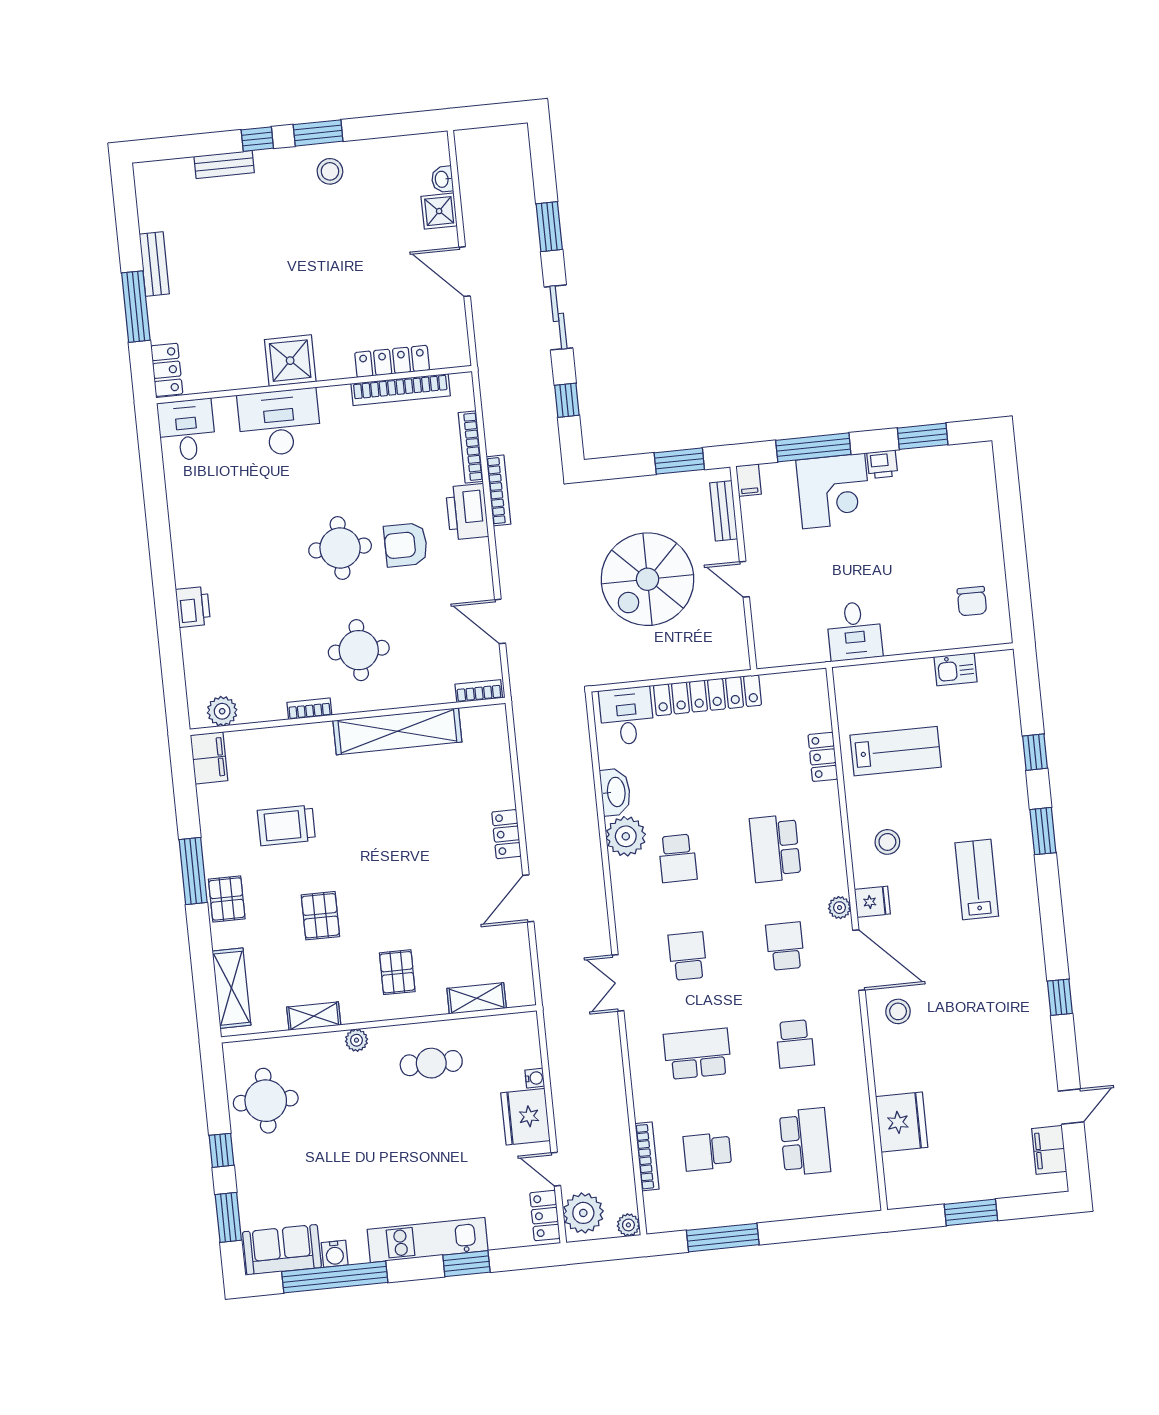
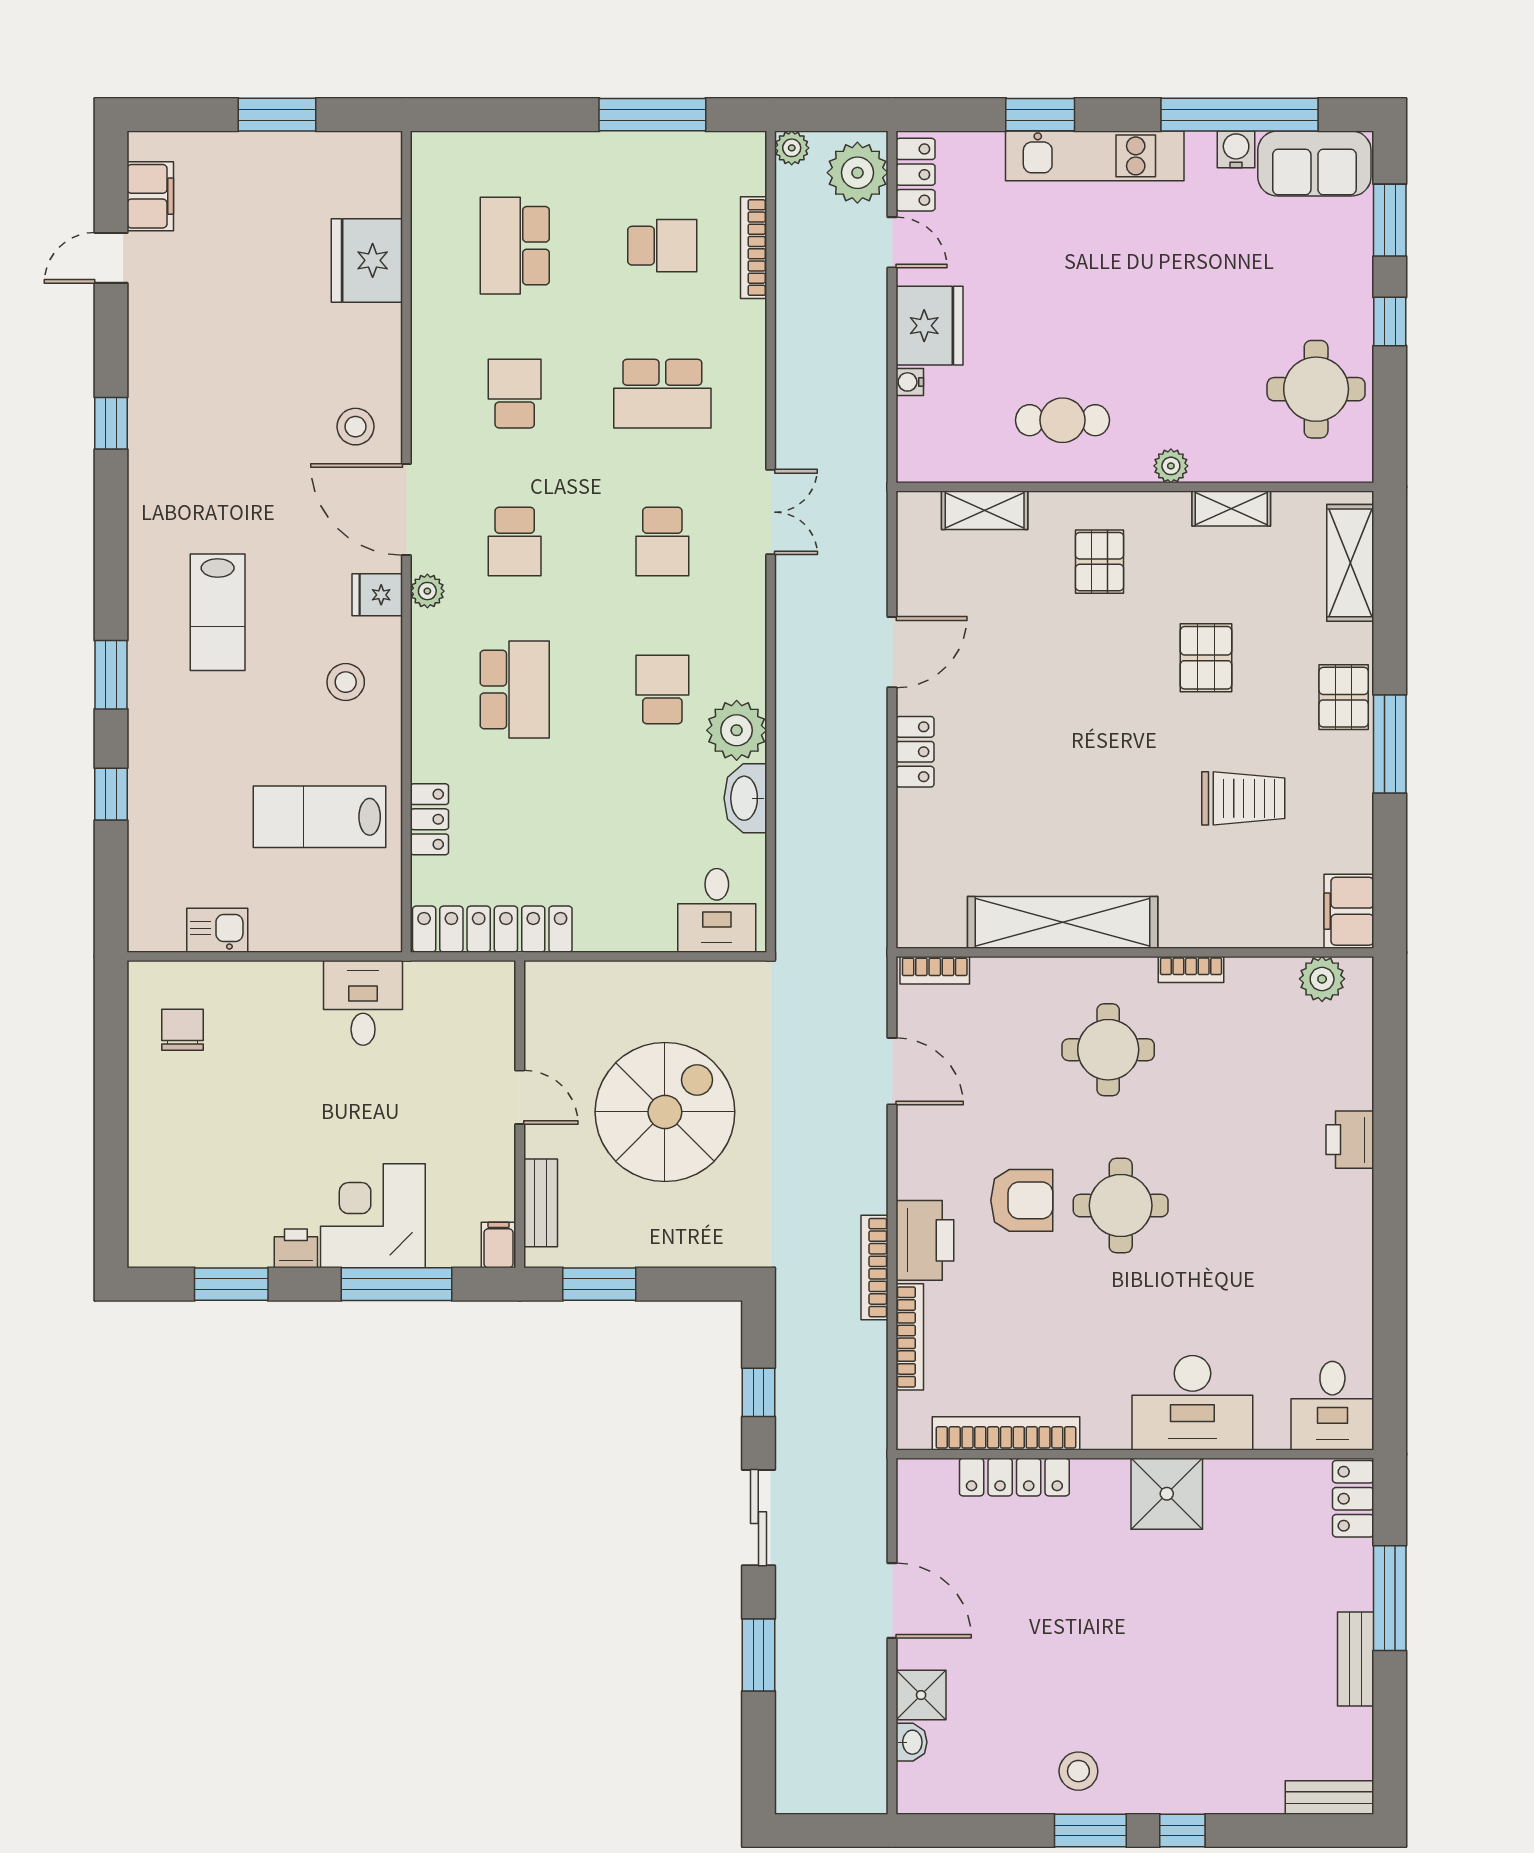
bench: (224, 164) -> (1330, 1797), moved
locker: (707, 695) -> (492, 929), moved

